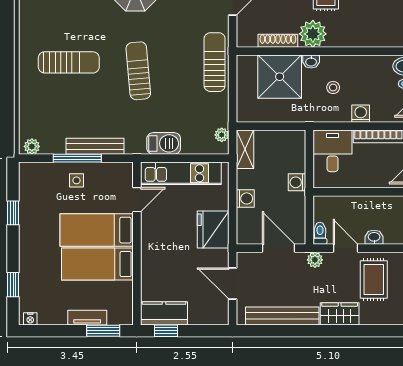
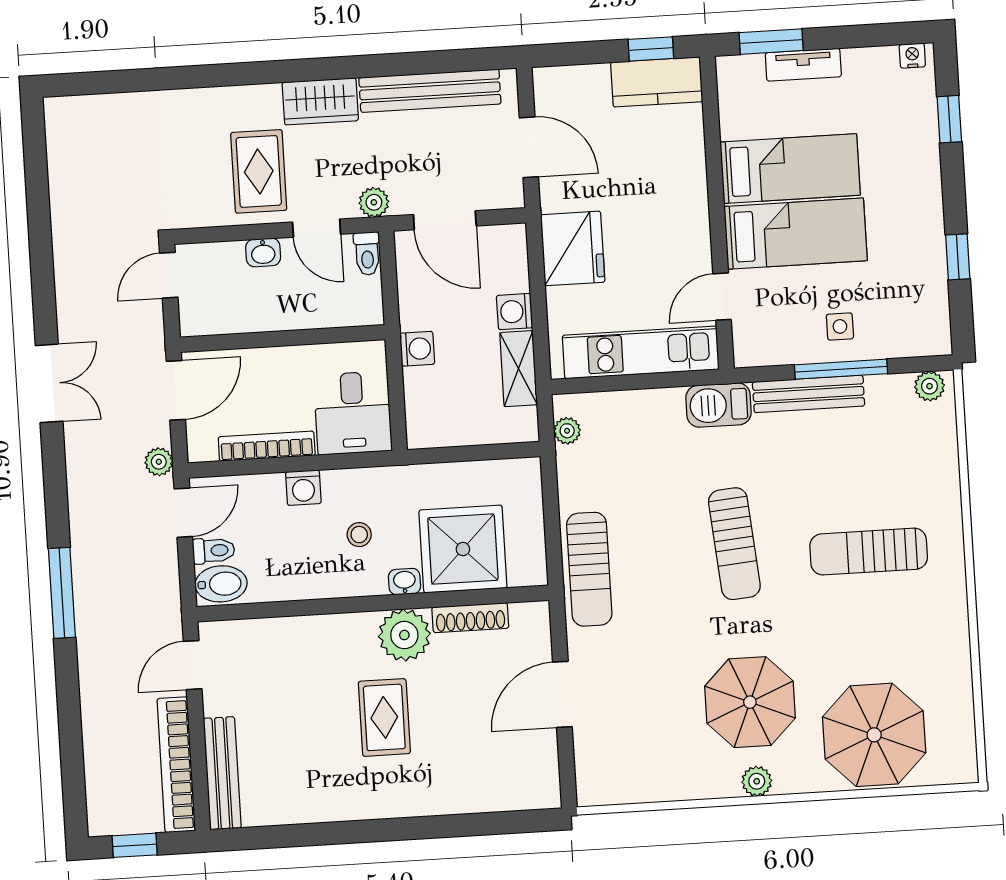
barbecue: (164, 143) -> (719, 405), moved
shelving: (245, 149) -> (519, 369), moved

